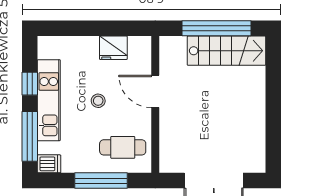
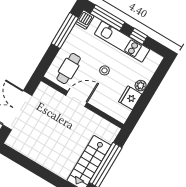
plant: (90, 44) -> (141, 86), added
door: (155, 91) -> (76, 99), moved
window: (101, 181) -> (65, 31), moved

